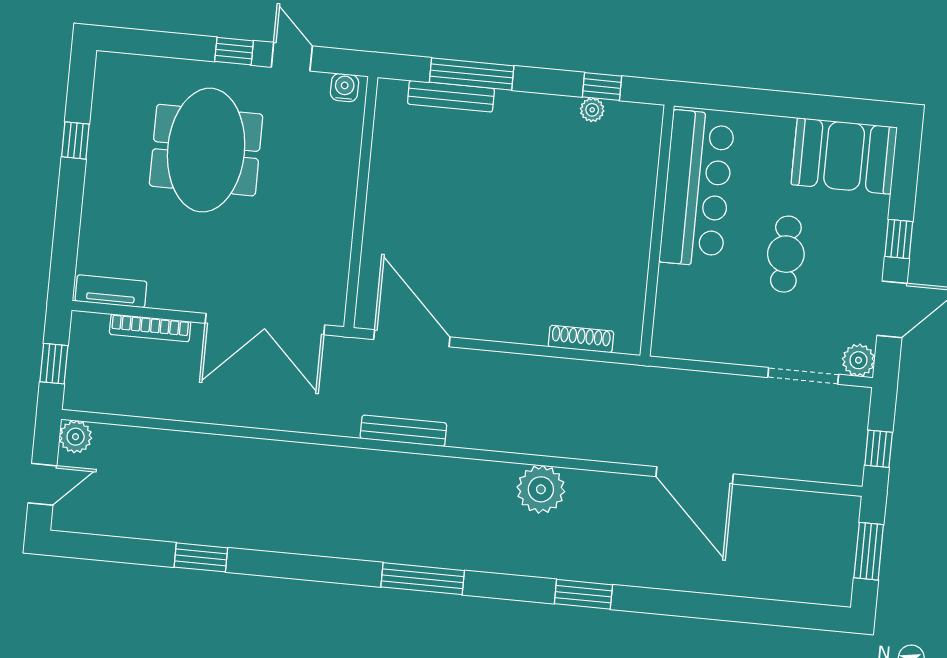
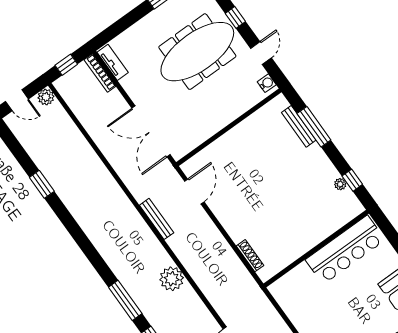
window: (234, 51) -> (235, 17), moved
meeting table: (206, 150) -> (197, 52), width x1.36
cafe table: (786, 254) -> (350, 305), removed
bookcase: (150, 328) -> (100, 73), moved
door: (412, 338) -> (194, 192), width x0.73
plant: (541, 489) -> (172, 279), moved
window: (423, 579) -> (125, 300), moved

